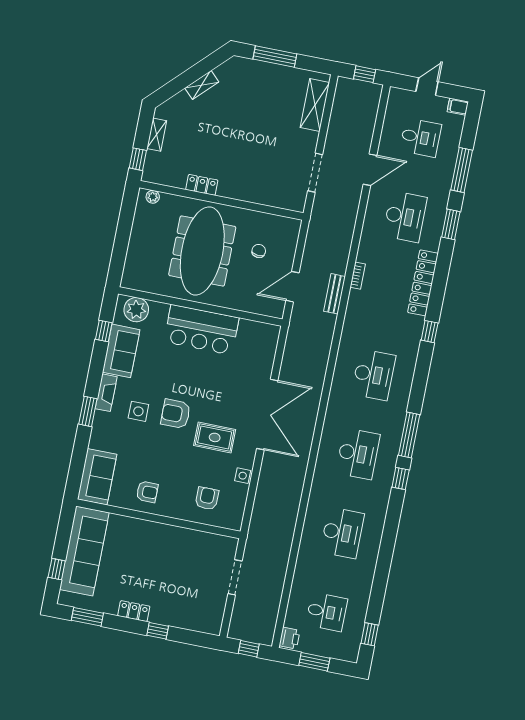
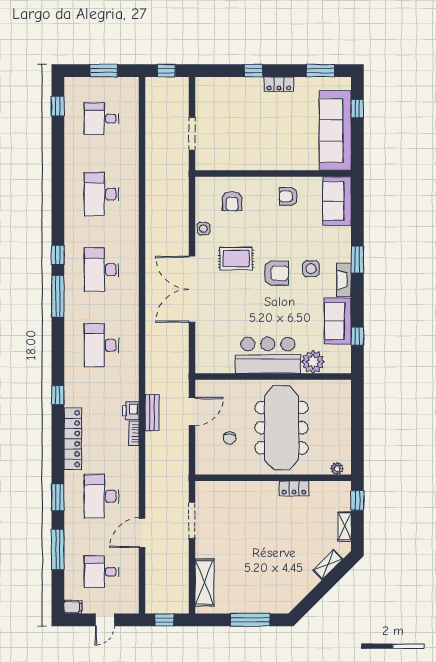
shelving: (202, 85) -> (328, 565), moved
plant: (136, 310) -> (313, 362), moved
printer: (290, 638) -> (131, 411), moved

